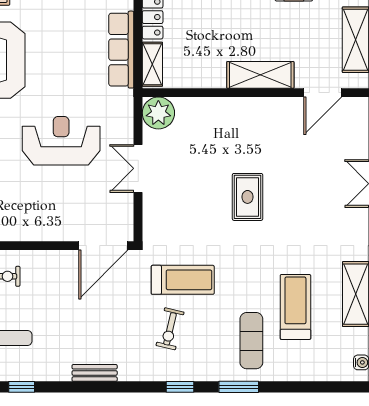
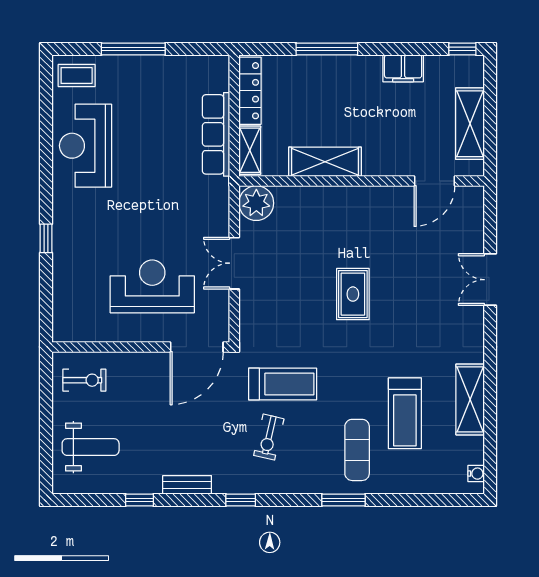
shelving: (260, 75) -> (325, 162), moved
reception desk: (61, 141) -> (152, 286), moved
treadmill: (295, 307) -> (405, 413), turned 180
window: (22, 387) -> (140, 500), moved
window: (180, 387) -> (241, 500), moved

